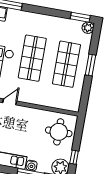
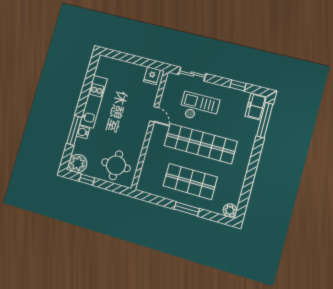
window: (80, 17) -> (243, 203), removed
shop shelf: (32, 58) -> (200, 144), width x1.40

